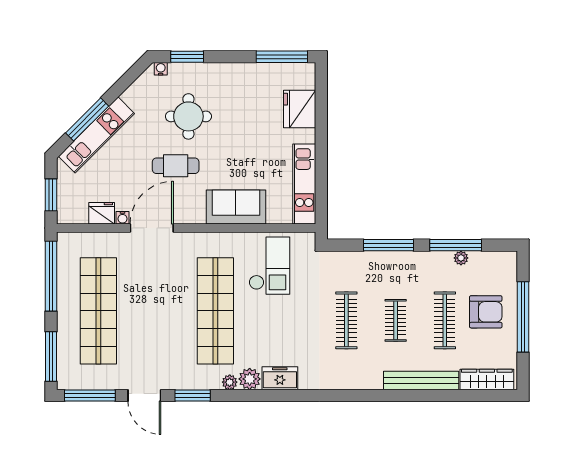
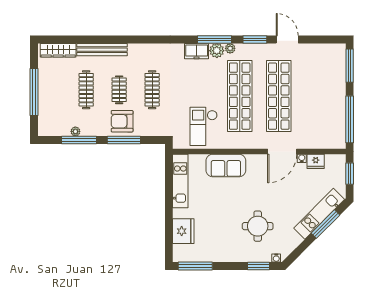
cafe table: (176, 166) -> (266, 193), removed
shop shelf: (98, 311) -> (279, 96), moved
armchair: (486, 312) -> (122, 121), moved
window: (90, 396) -> (215, 39), moved

